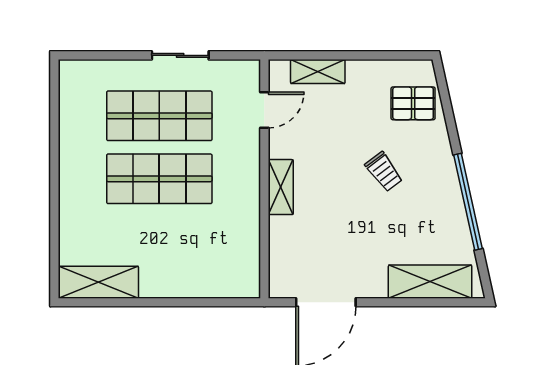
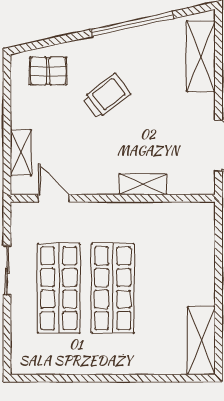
pallet: (413, 103) -> (48, 71), turned 90
trolley: (384, 172) -> (107, 96), width x1.36, depth x1.39
shelving: (281, 187) -> (143, 184), moved

